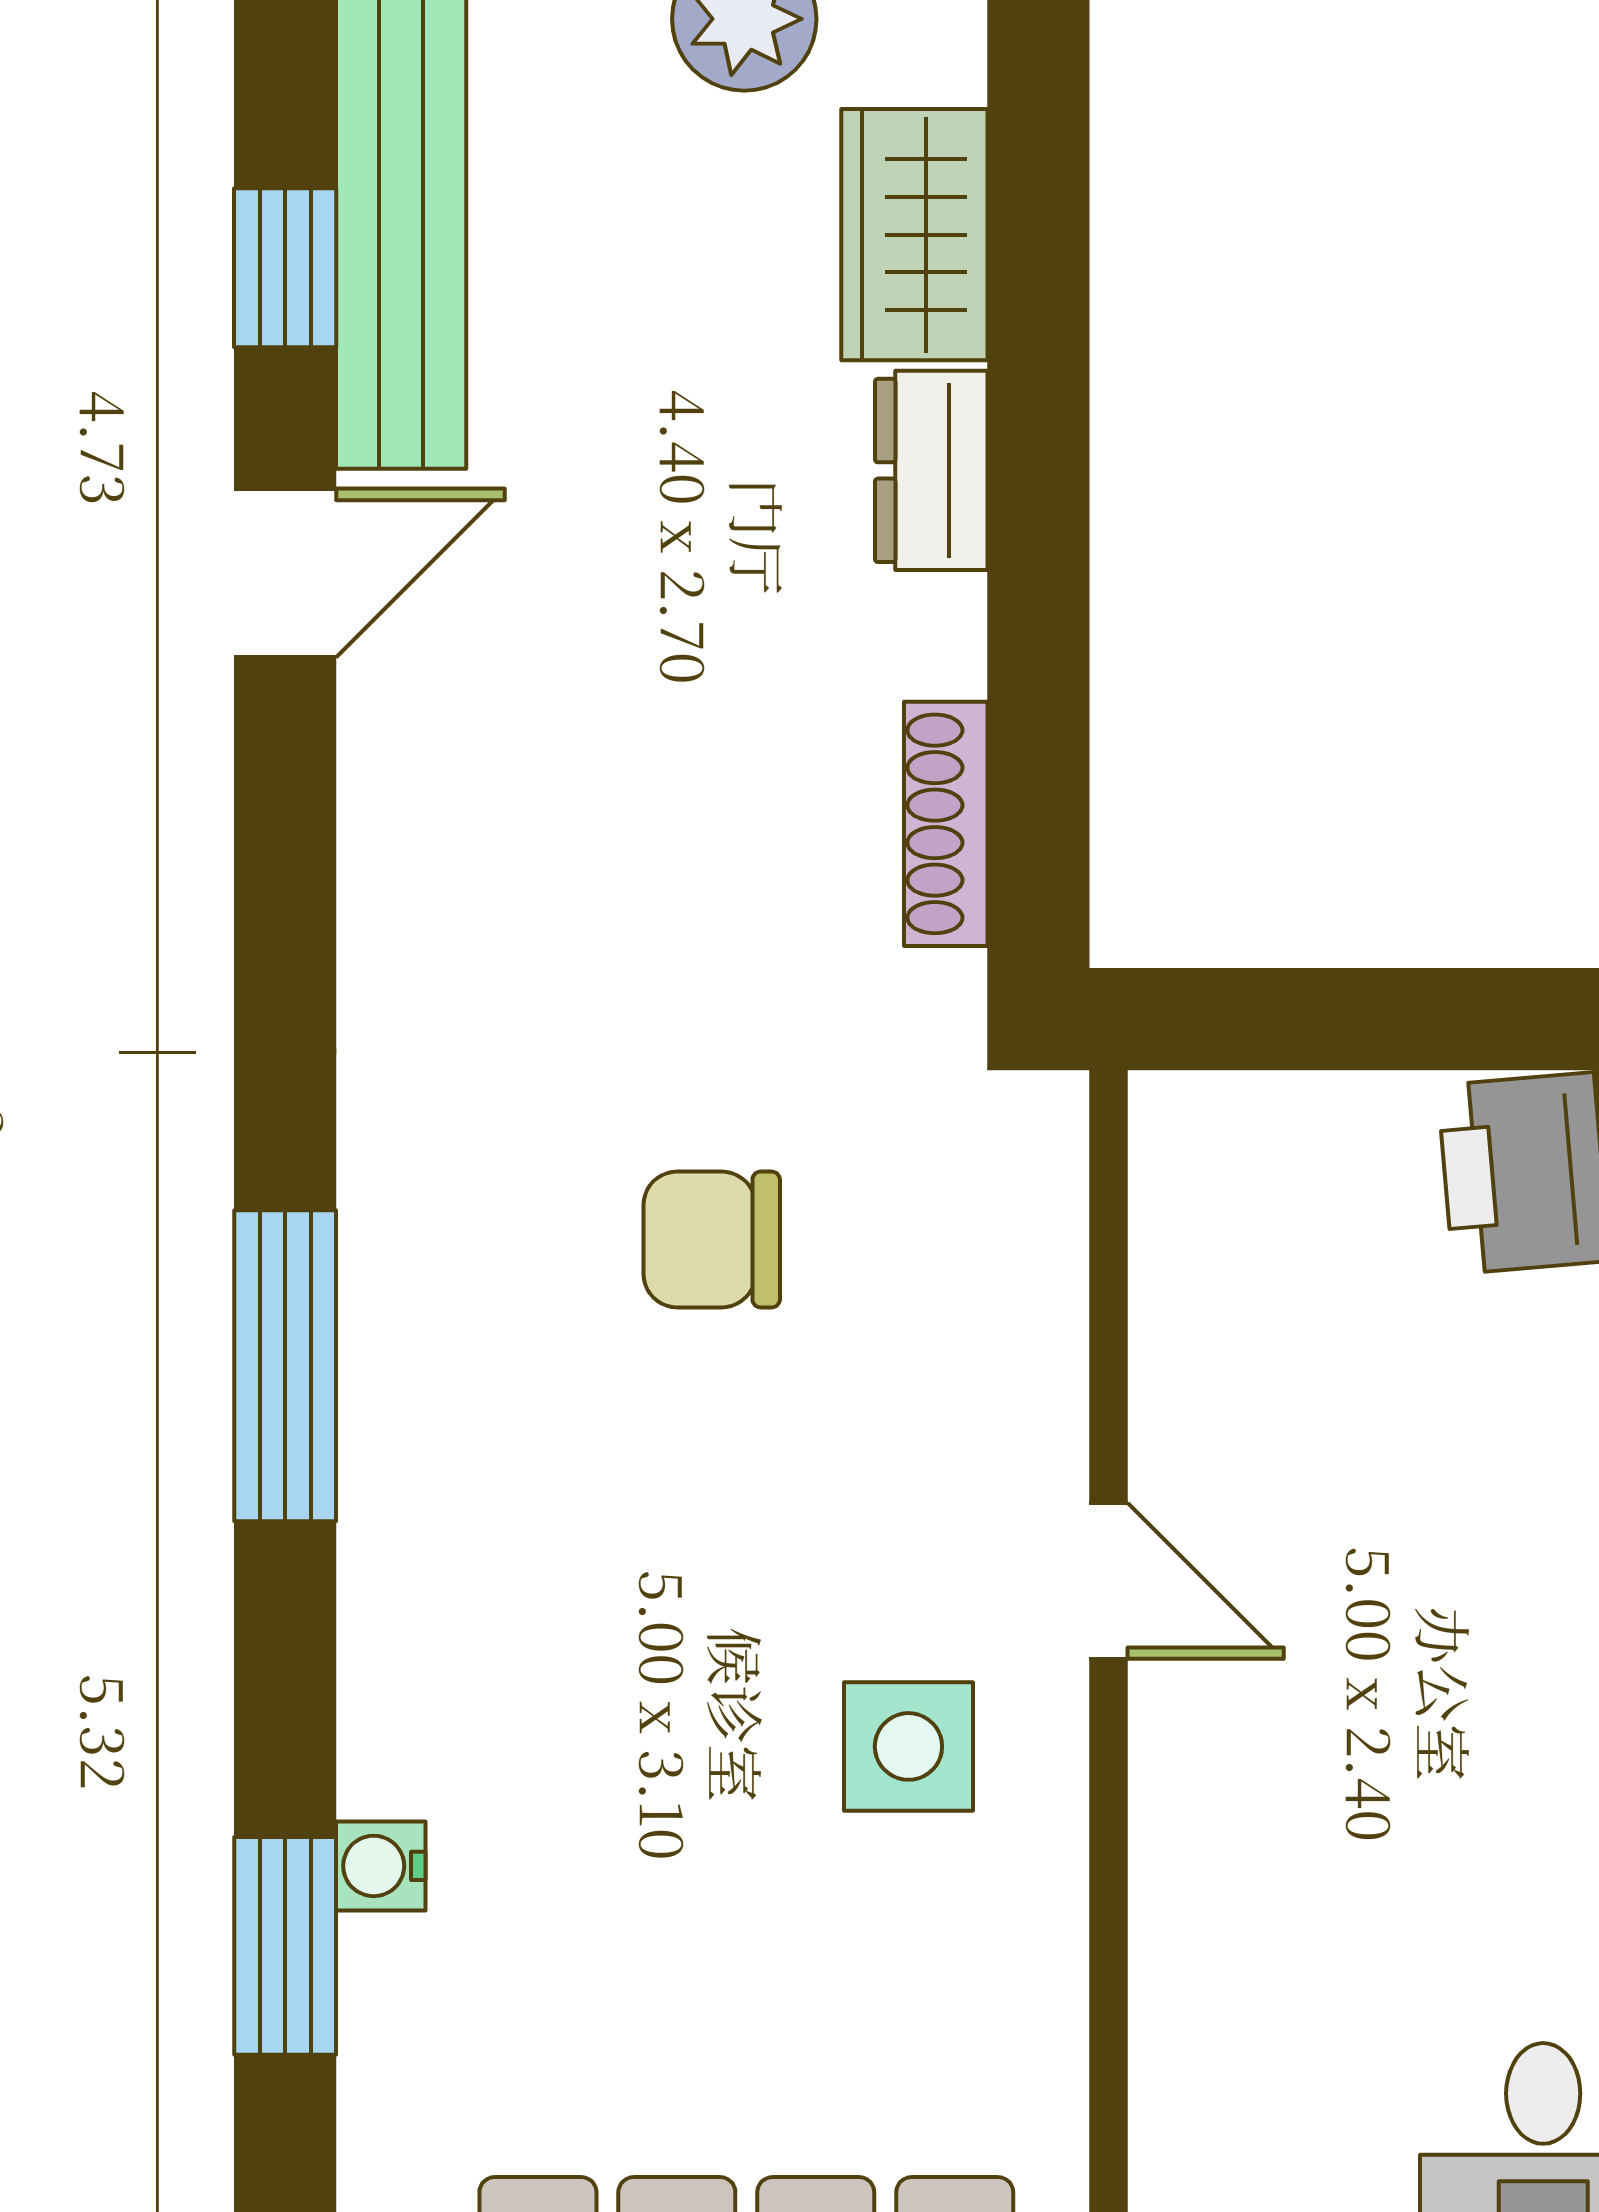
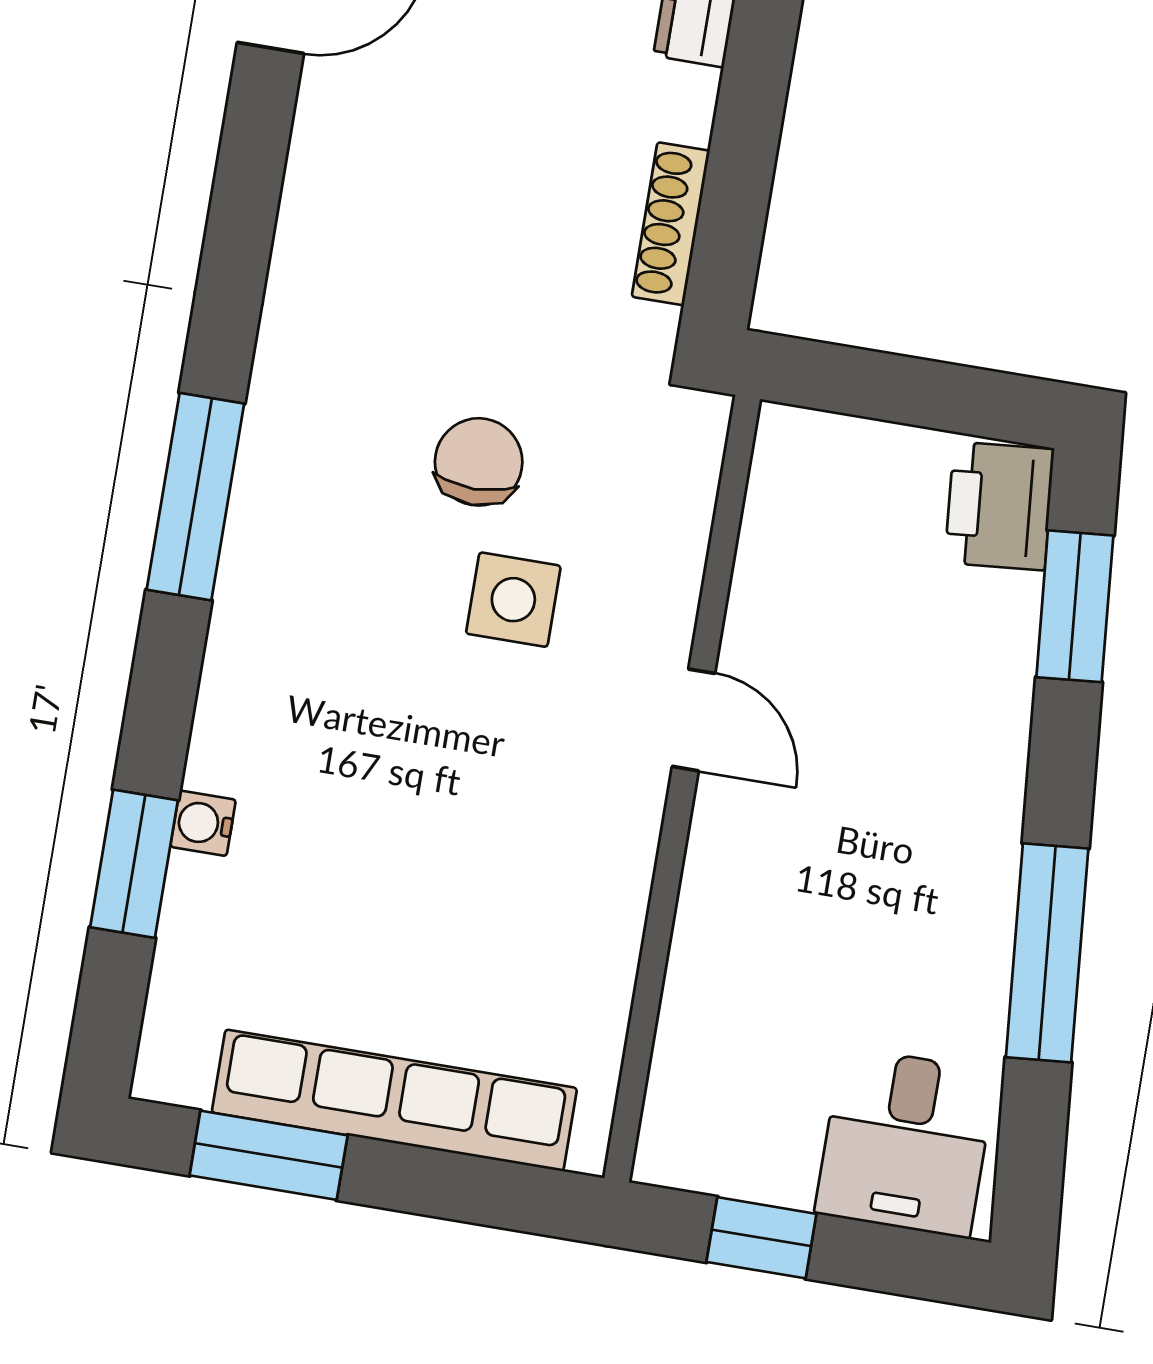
chair: (712, 1239) -> (479, 462), turned 90
side table: (908, 1746) -> (513, 600), moved

